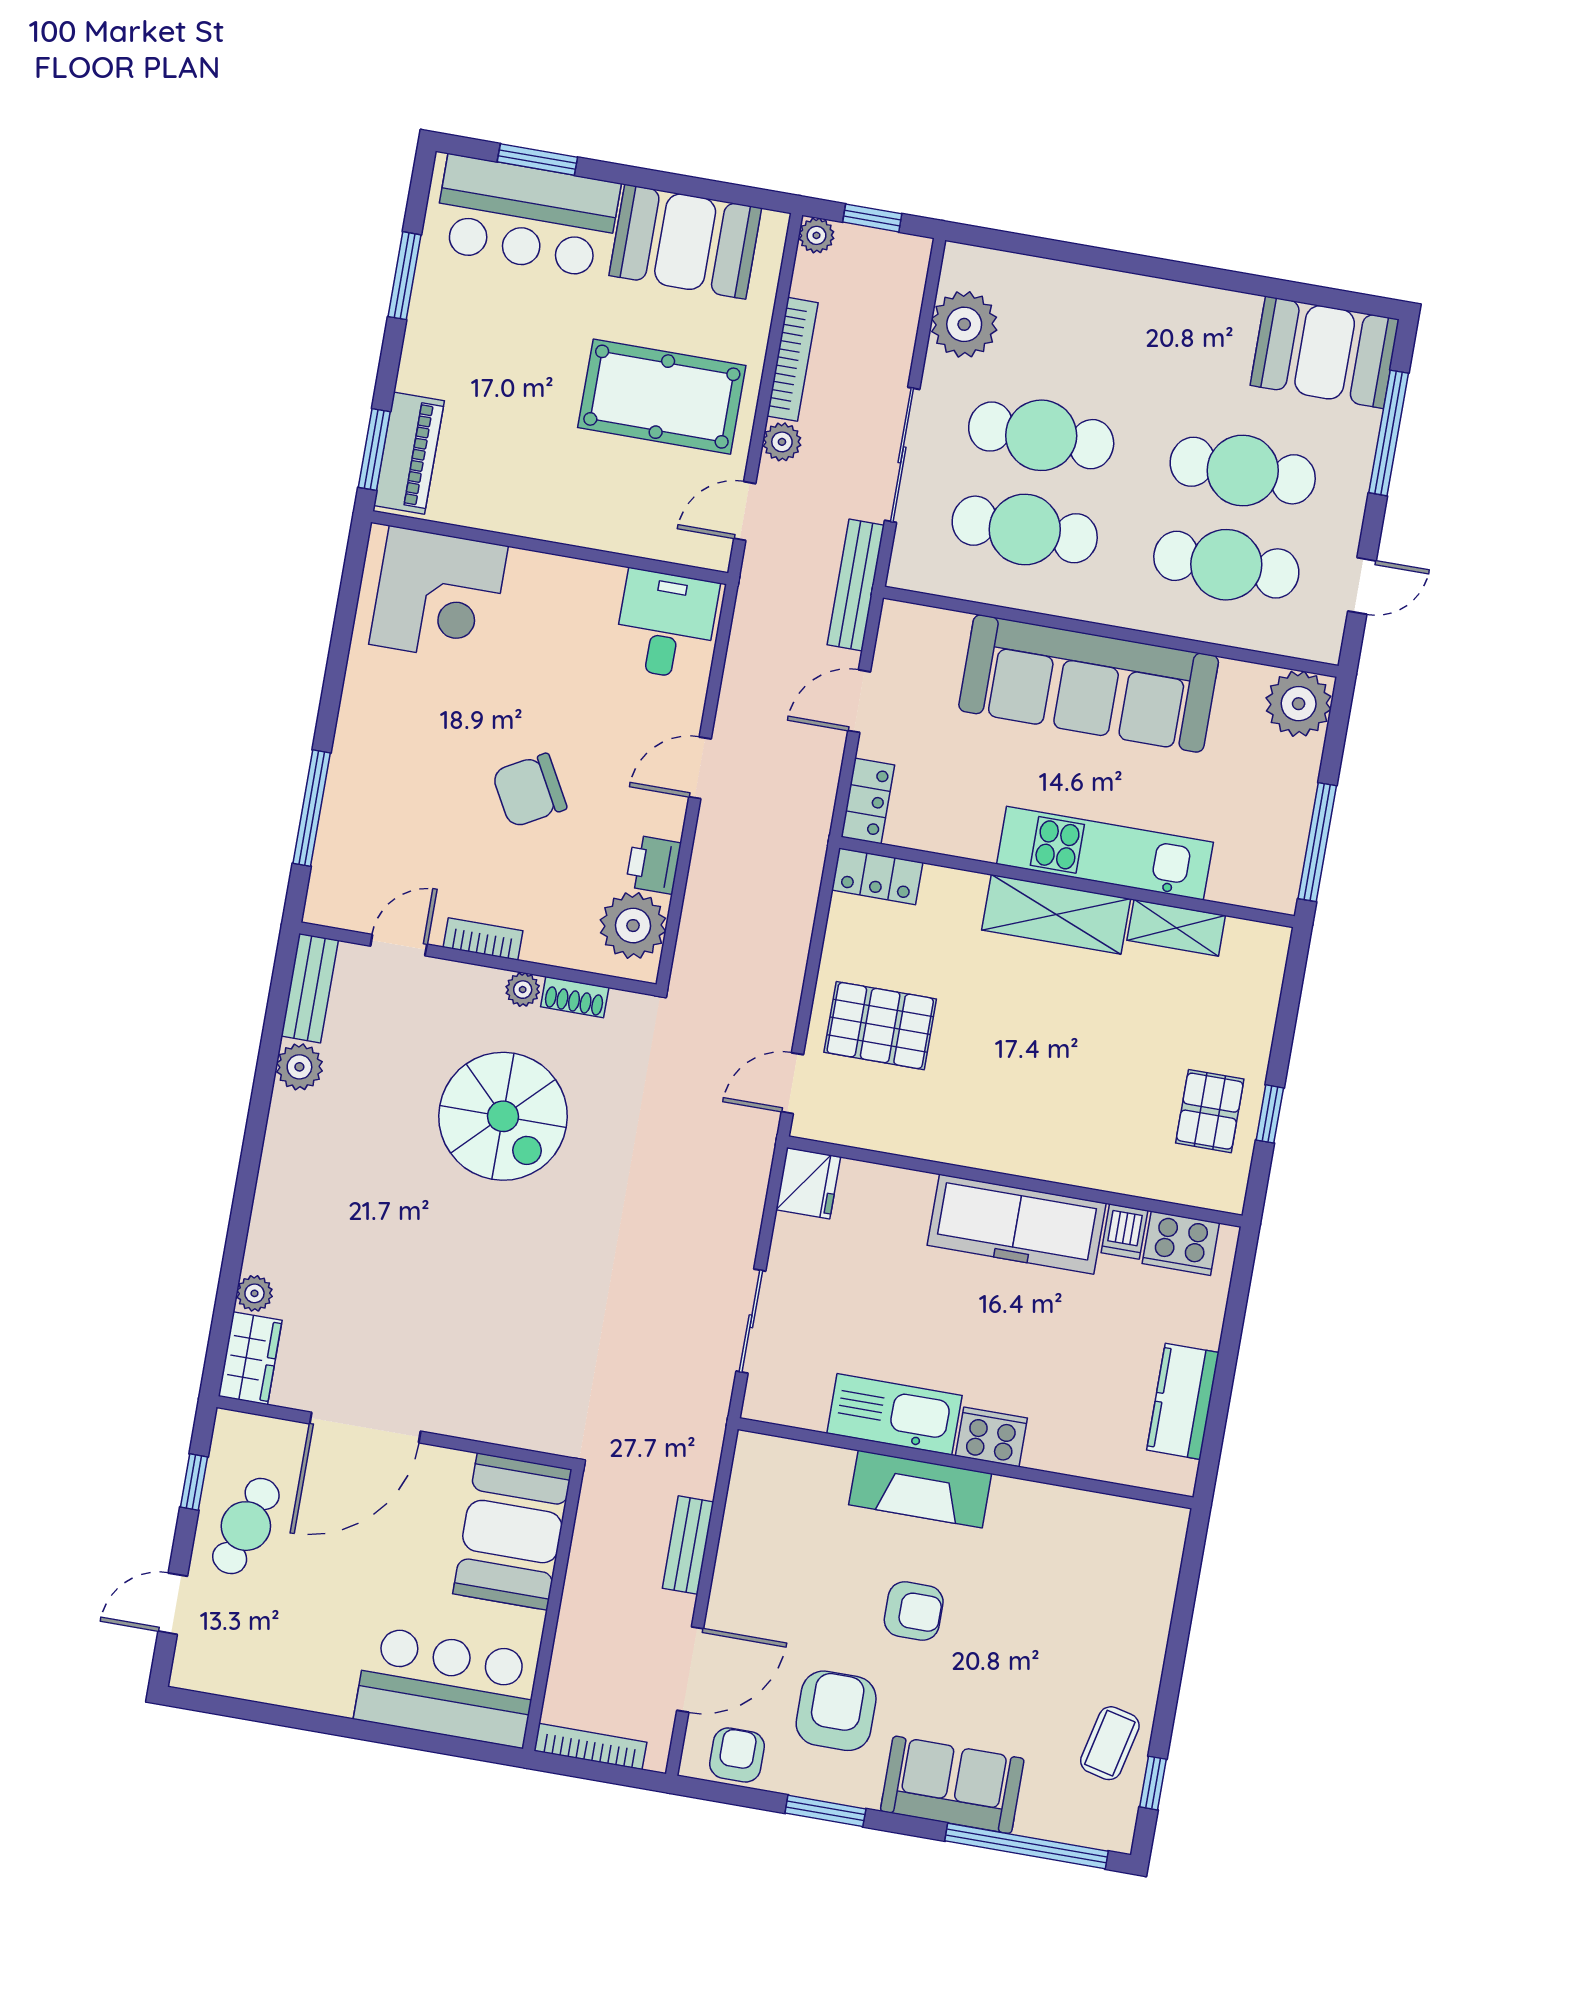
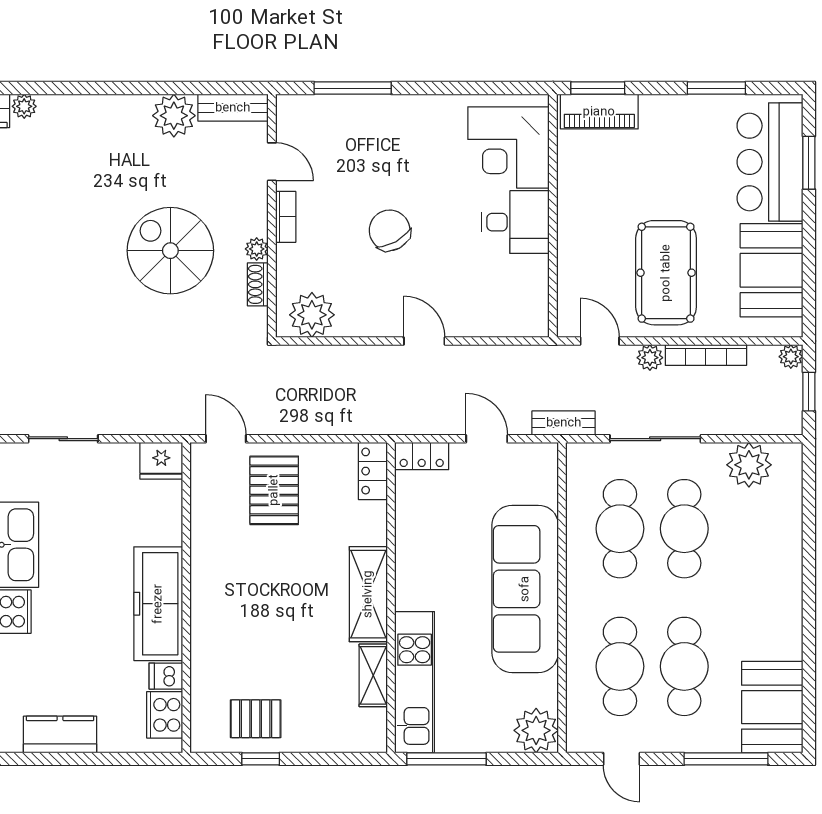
bench: (856, 585) -> (564, 423), width x0.73
desk: (666, 625) -> (515, 222), moved
kitchen unit: (1105, 853) -> (415, 682), moved
printer: (653, 865) -> (355, 321), removed
plant: (299, 1067) -> (174, 116), width x1.36, depth x1.36
spiral stairs: (503, 1116) -> (170, 251), turned 90

